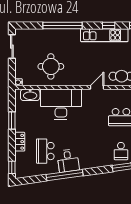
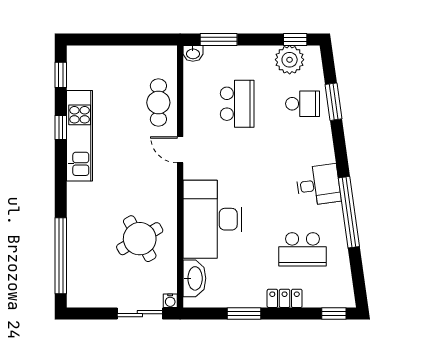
window: (62, 25) -> (61, 256), moved
sliding door: (12, 47) -> (140, 314), moved
round table: (51, 66) -> (140, 239), turned -30
desk: (68, 161) -> (318, 185), moved

